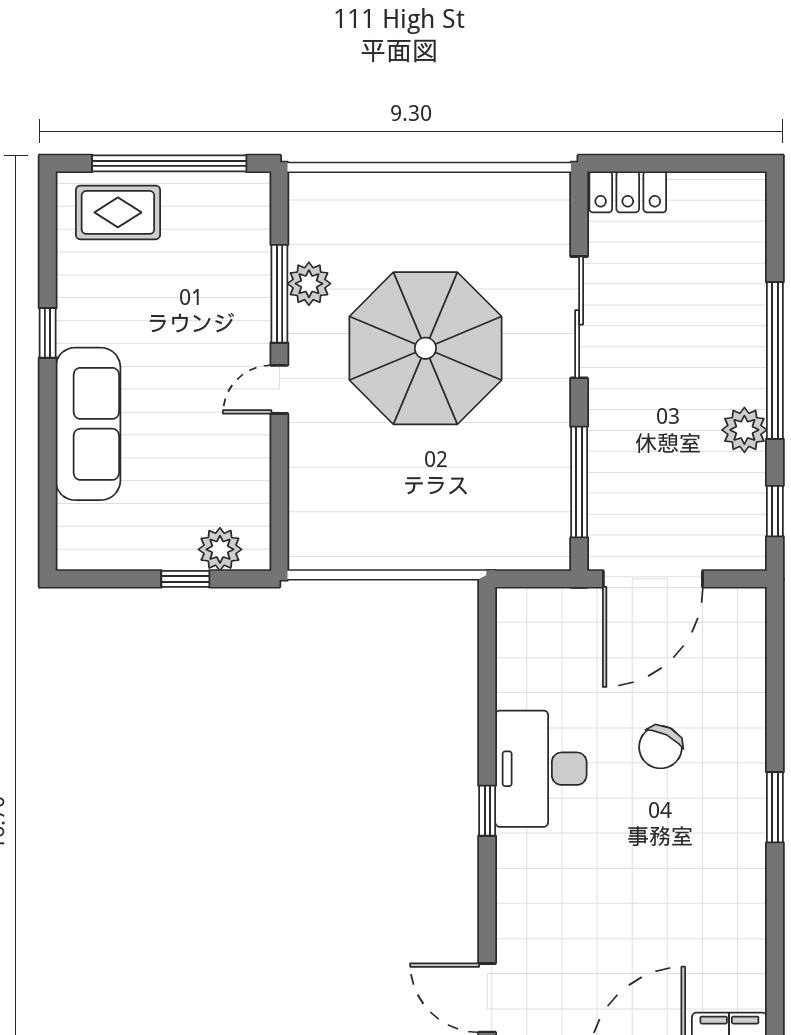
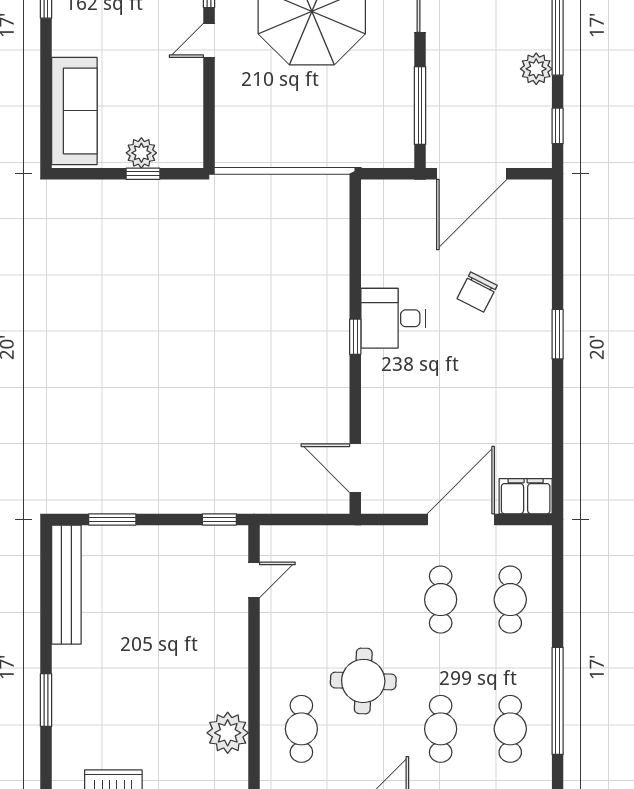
sofa: (88, 424) -> (74, 111), moved
plant: (220, 549) -> (141, 153), moved
desk: (541, 769) -> (393, 318), width x0.73

